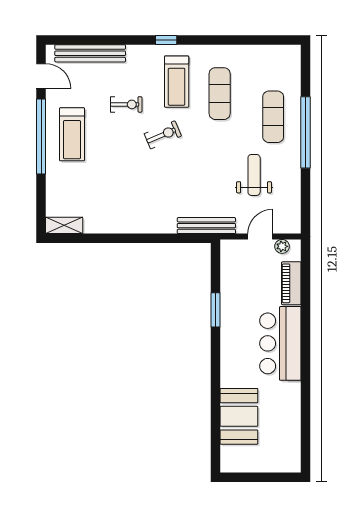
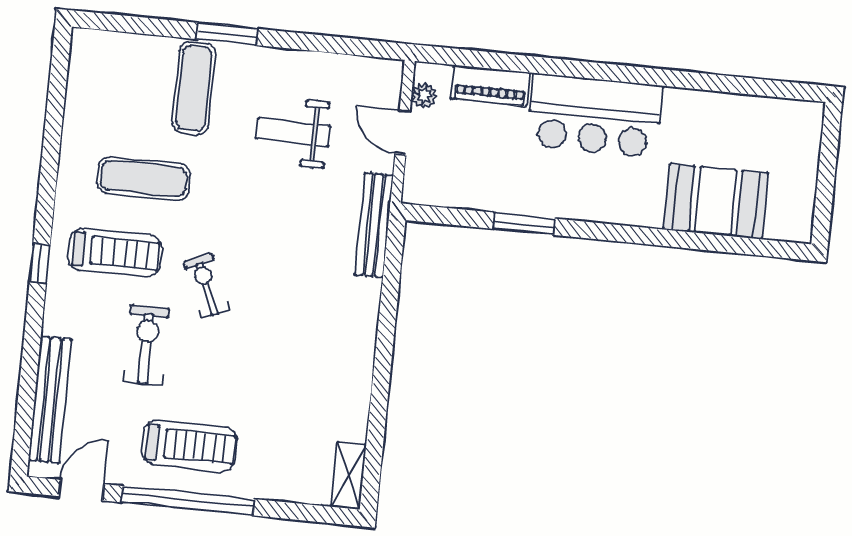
exercise bike: (126, 104) -> (146, 345), width x1.38, depth x1.39
exercise mat: (273, 117) -> (194, 88), turned 90
window: (306, 132) -> (227, 34), width x0.47

